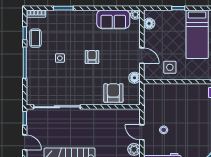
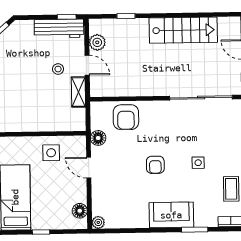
sofa: (113, 19) -> (171, 215), moved
shelving: (149, 112) -> (78, 92), added

